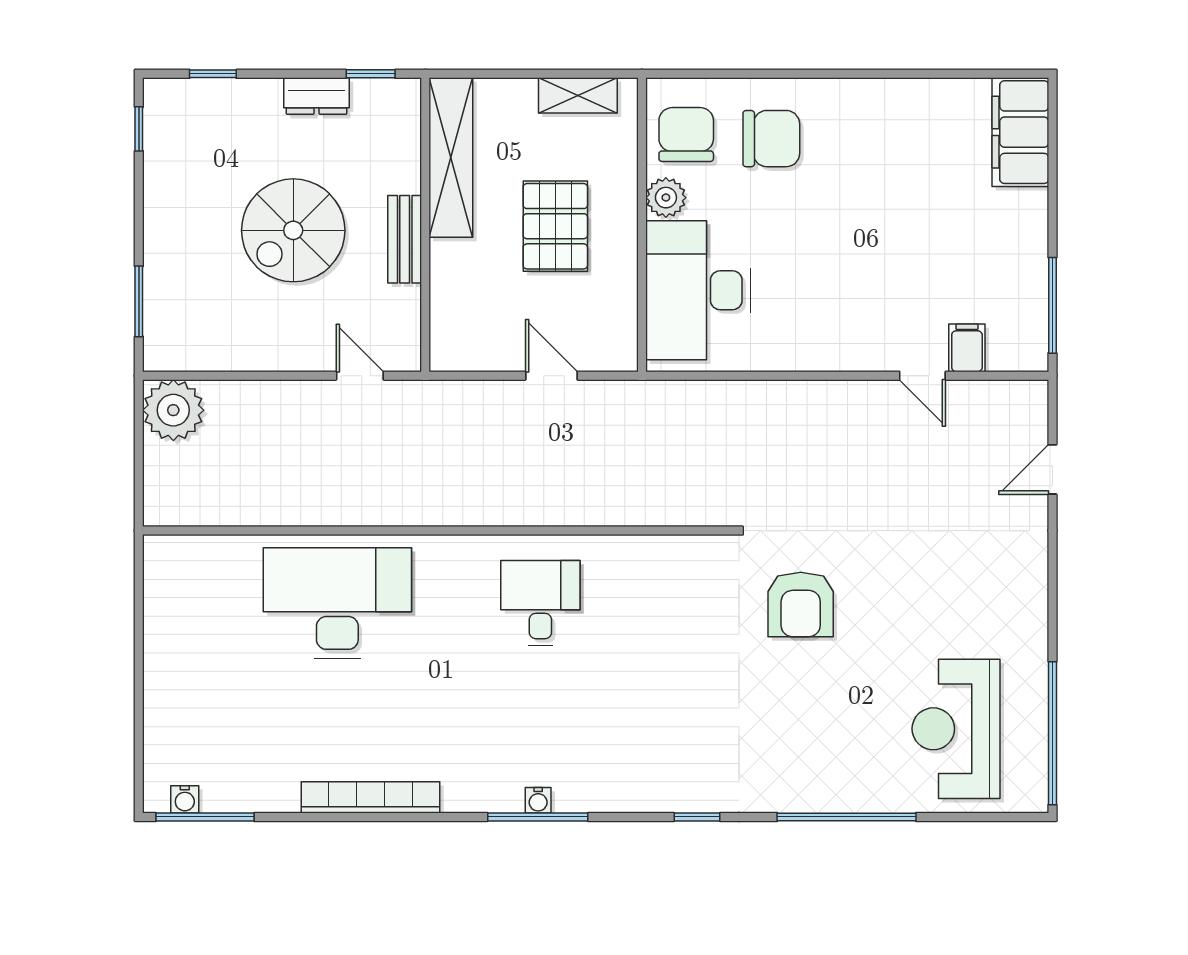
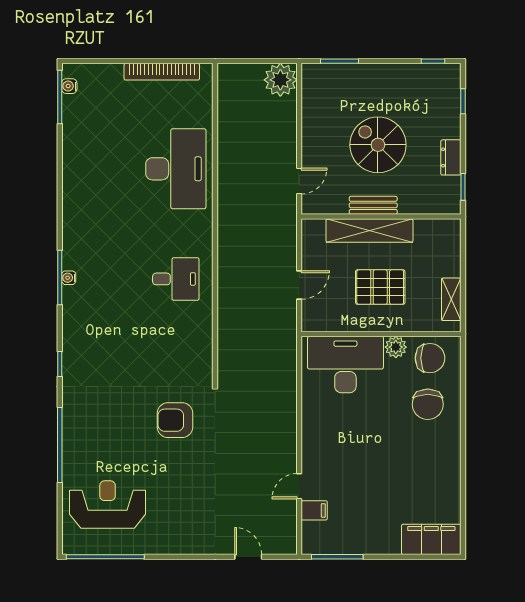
shelving: (451, 157) -> (369, 230), moved
bookcase: (371, 797) -> (162, 72), moved, turned 90

